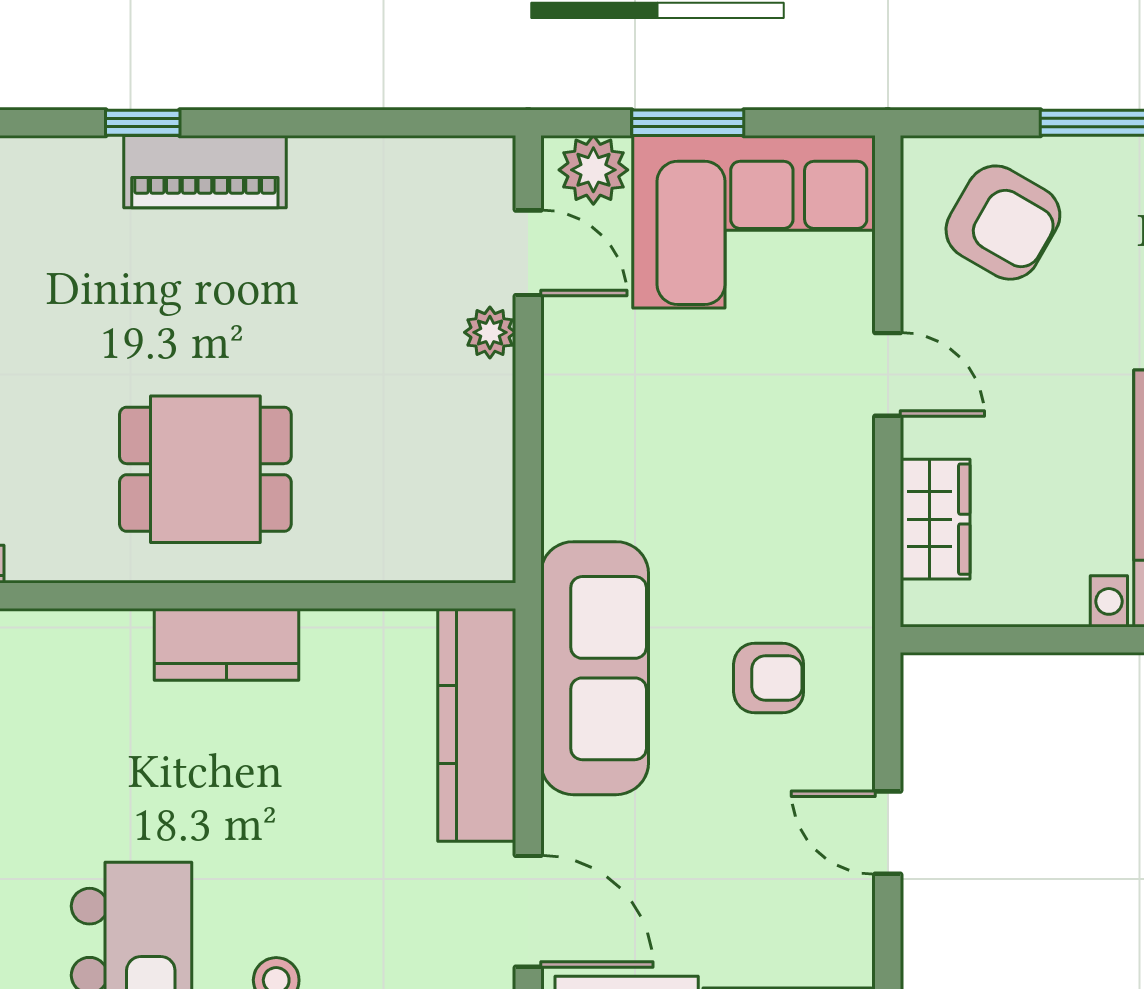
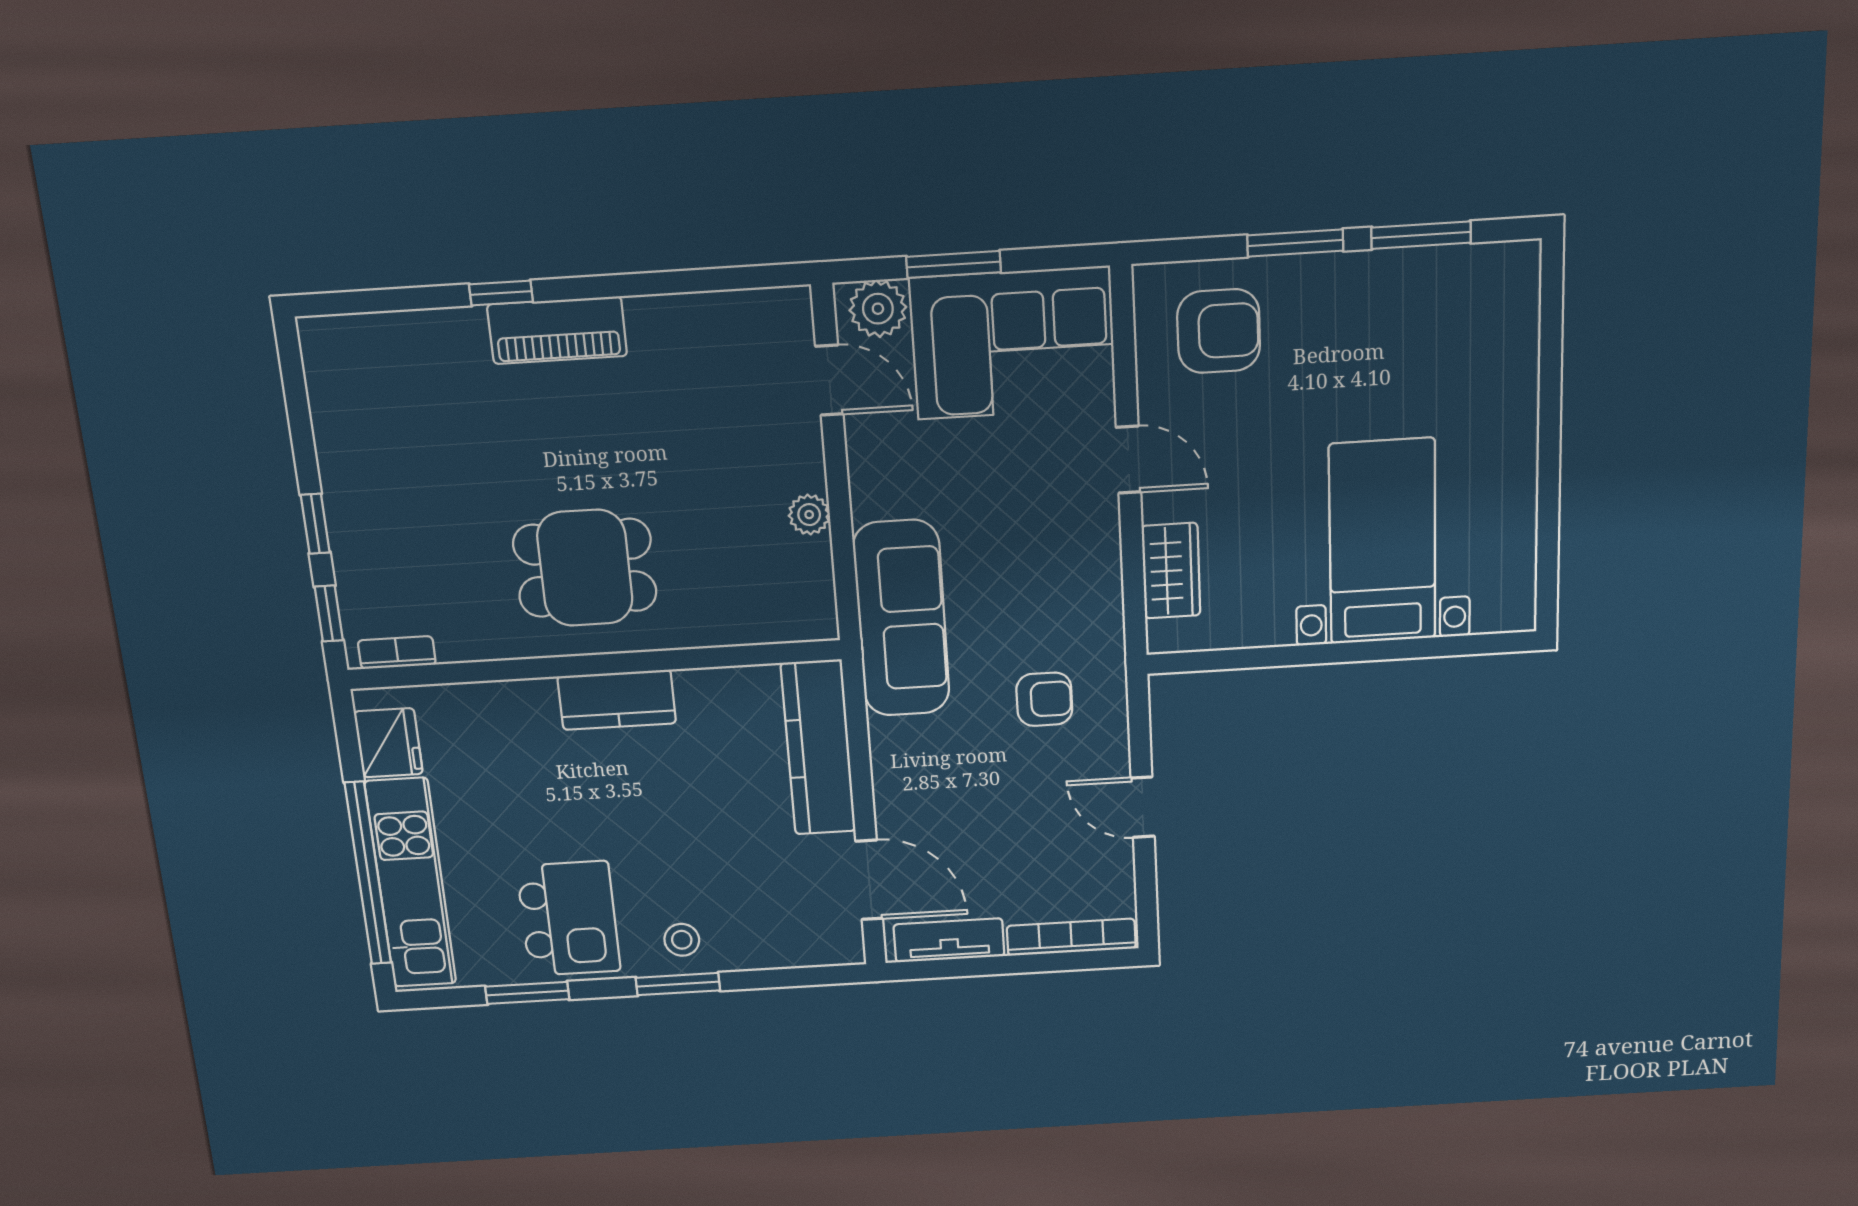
armchair: (1003, 223) -> (1219, 331), turned -30
plant: (490, 332) -> (809, 515), moved
sofa: (595, 668) -> (901, 619), moved

